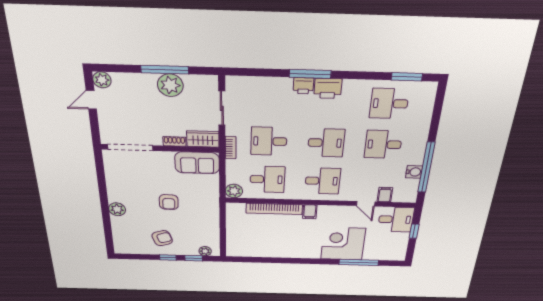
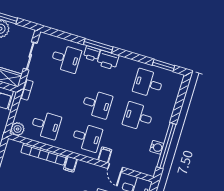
desk: (269, 141) -> (66, 59), moved, turned 180
filing cabinet: (385, 195) -> (105, 155), moved

